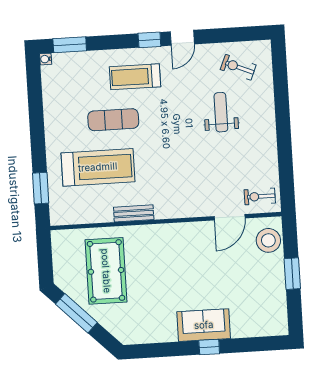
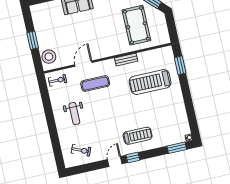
weight bench: (221, 112) -> (74, 113), moved
exercise mat: (113, 120) -> (95, 84), moved
door: (230, 217) -> (83, 64), moved

